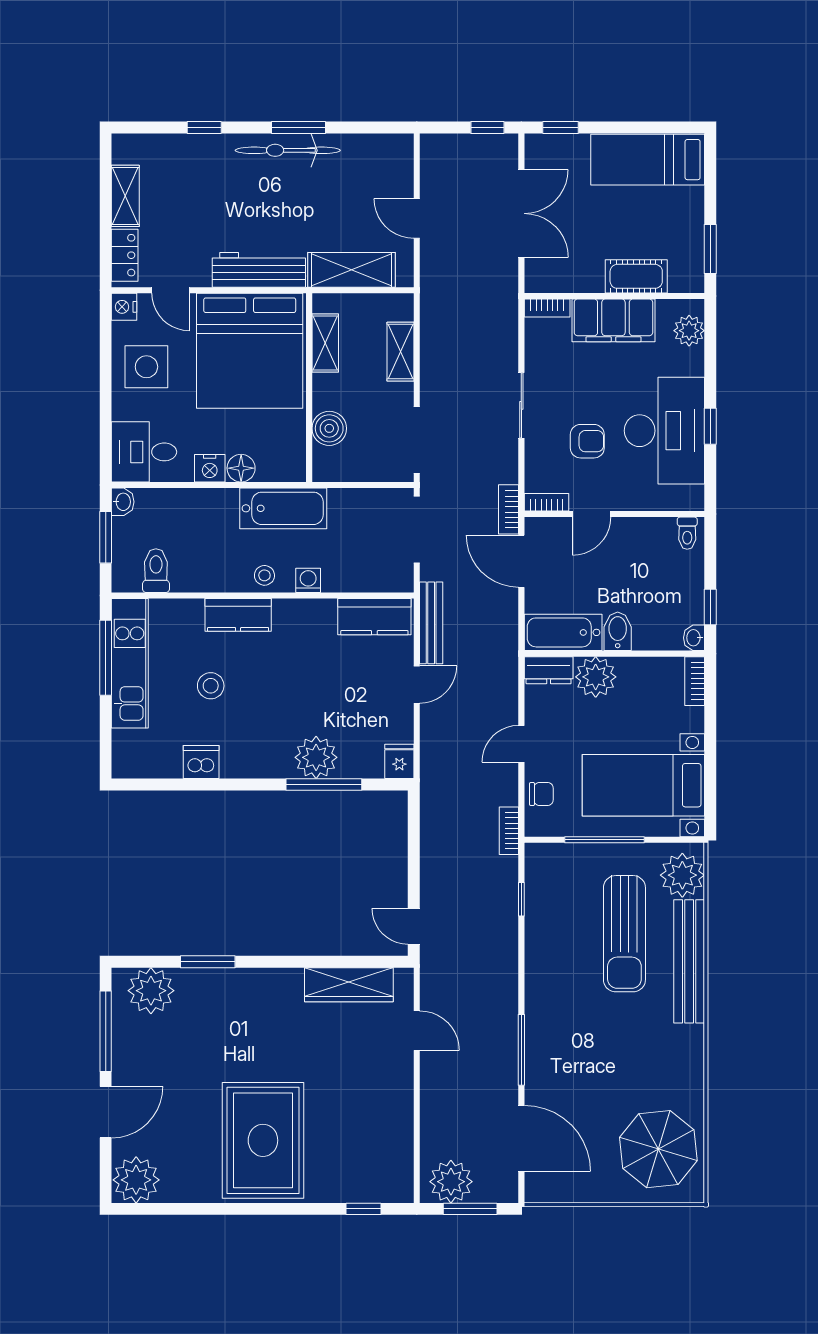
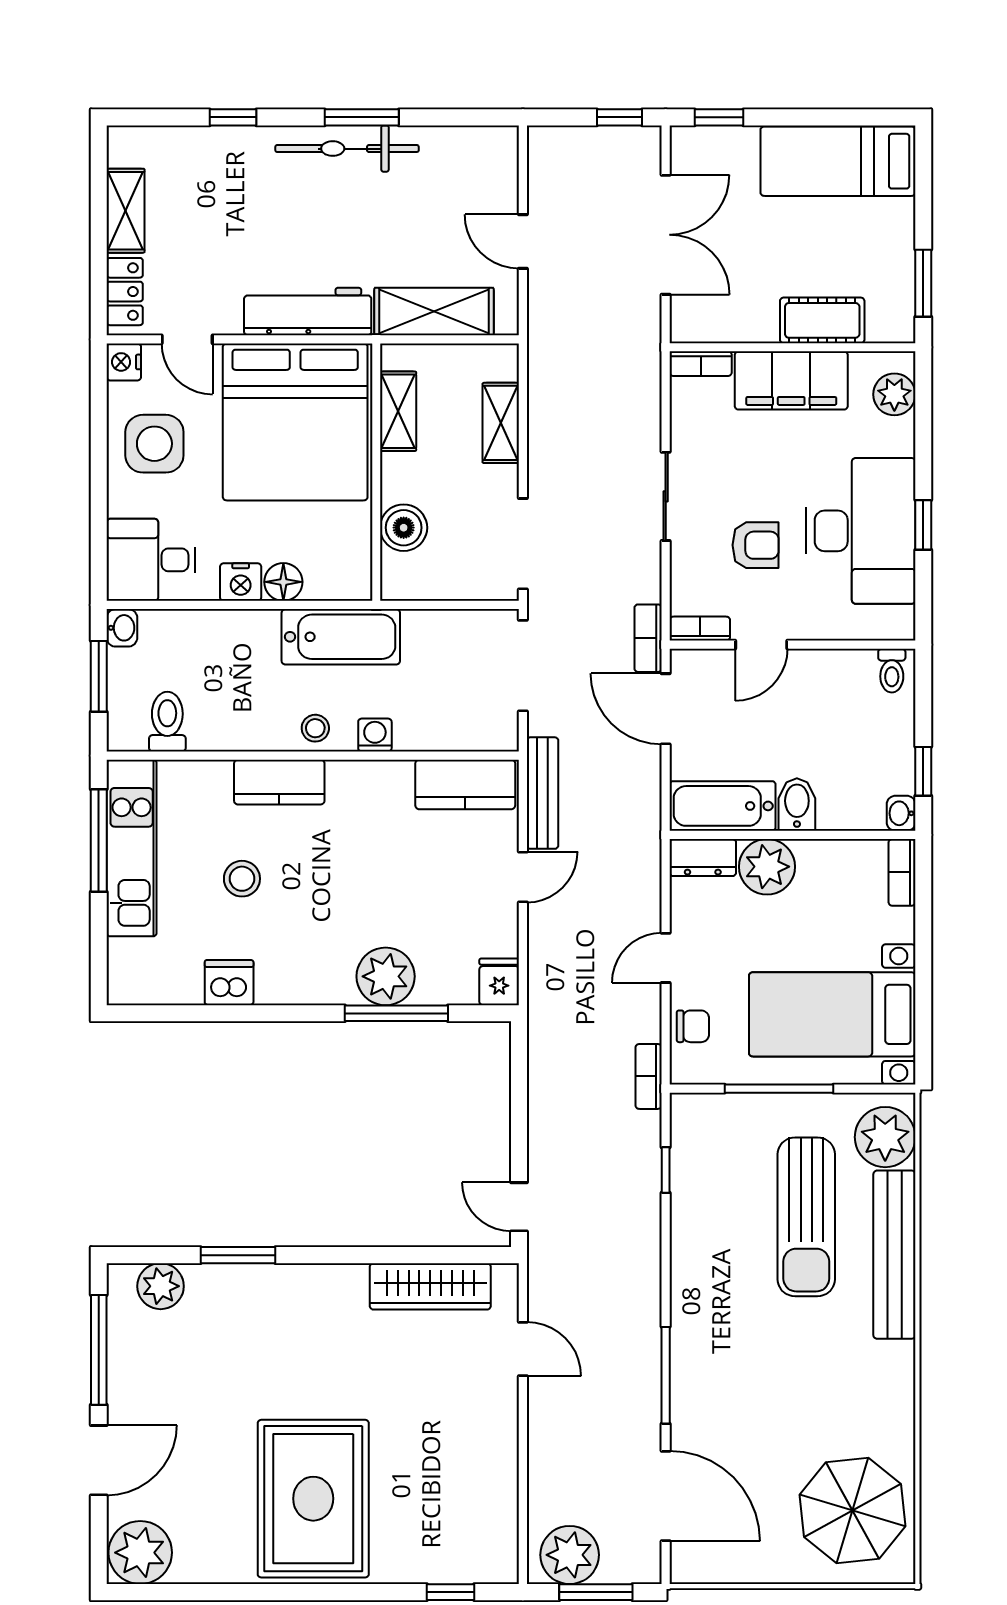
plant: (151, 991) -> (161, 1286), width x0.73, depth x0.73

